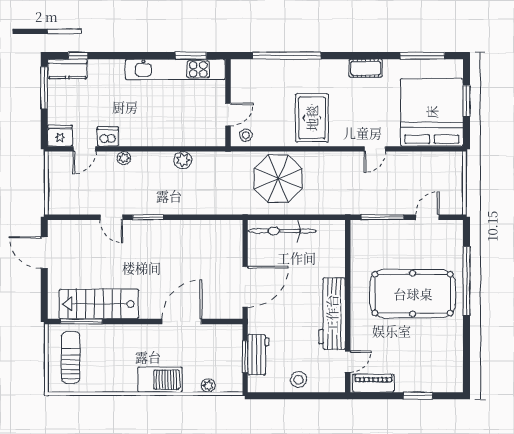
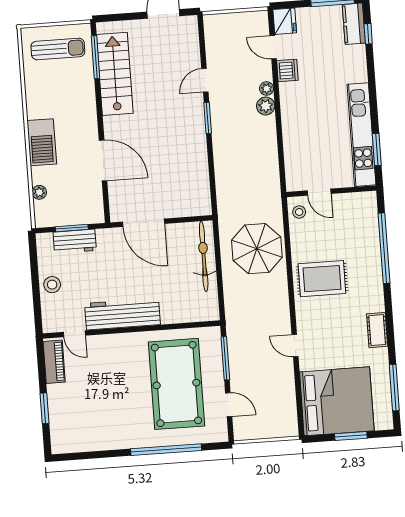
plant: (183, 160) -> (266, 106), moved
pool table: (413, 294) -> (176, 384), moved

